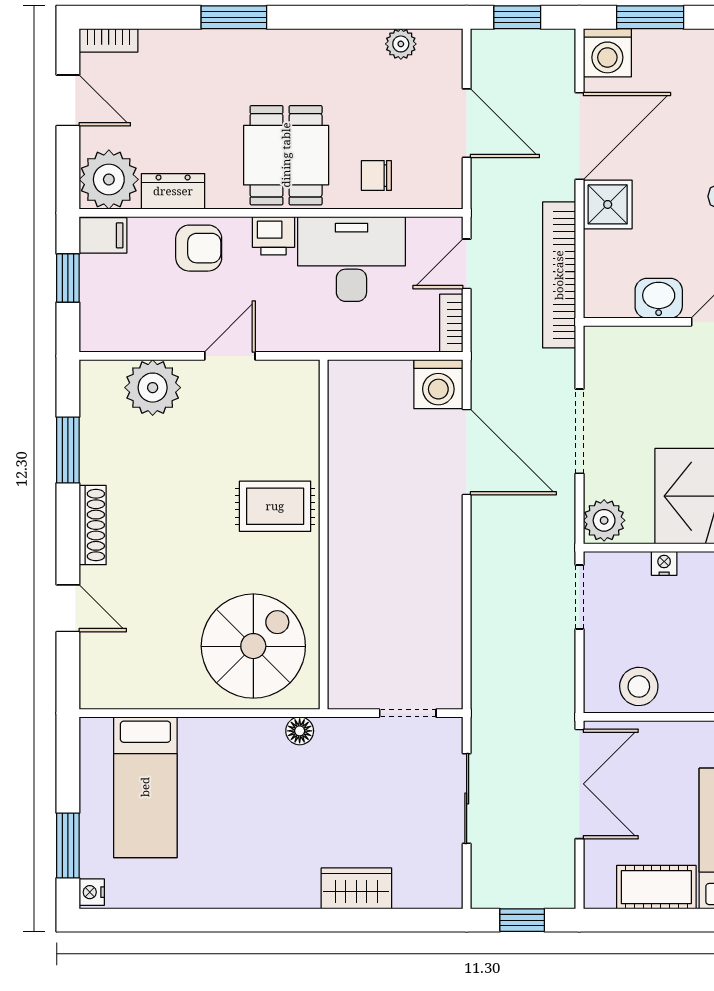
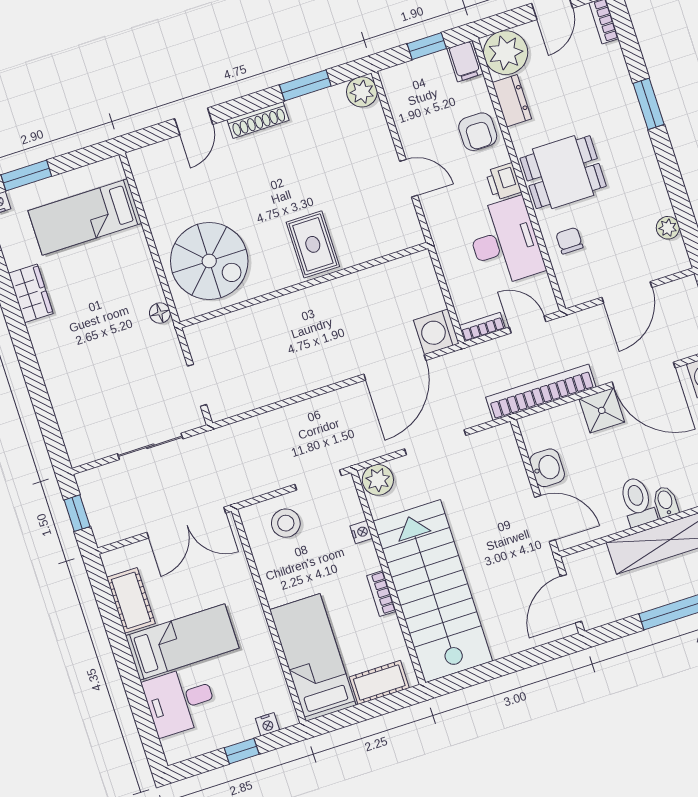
plant: (153, 388) -> (362, 92), moved, width x0.73, depth x0.73
stool: (639, 686) -> (286, 523), moved
wardrobe: (356, 888) -> (31, 293), moved

